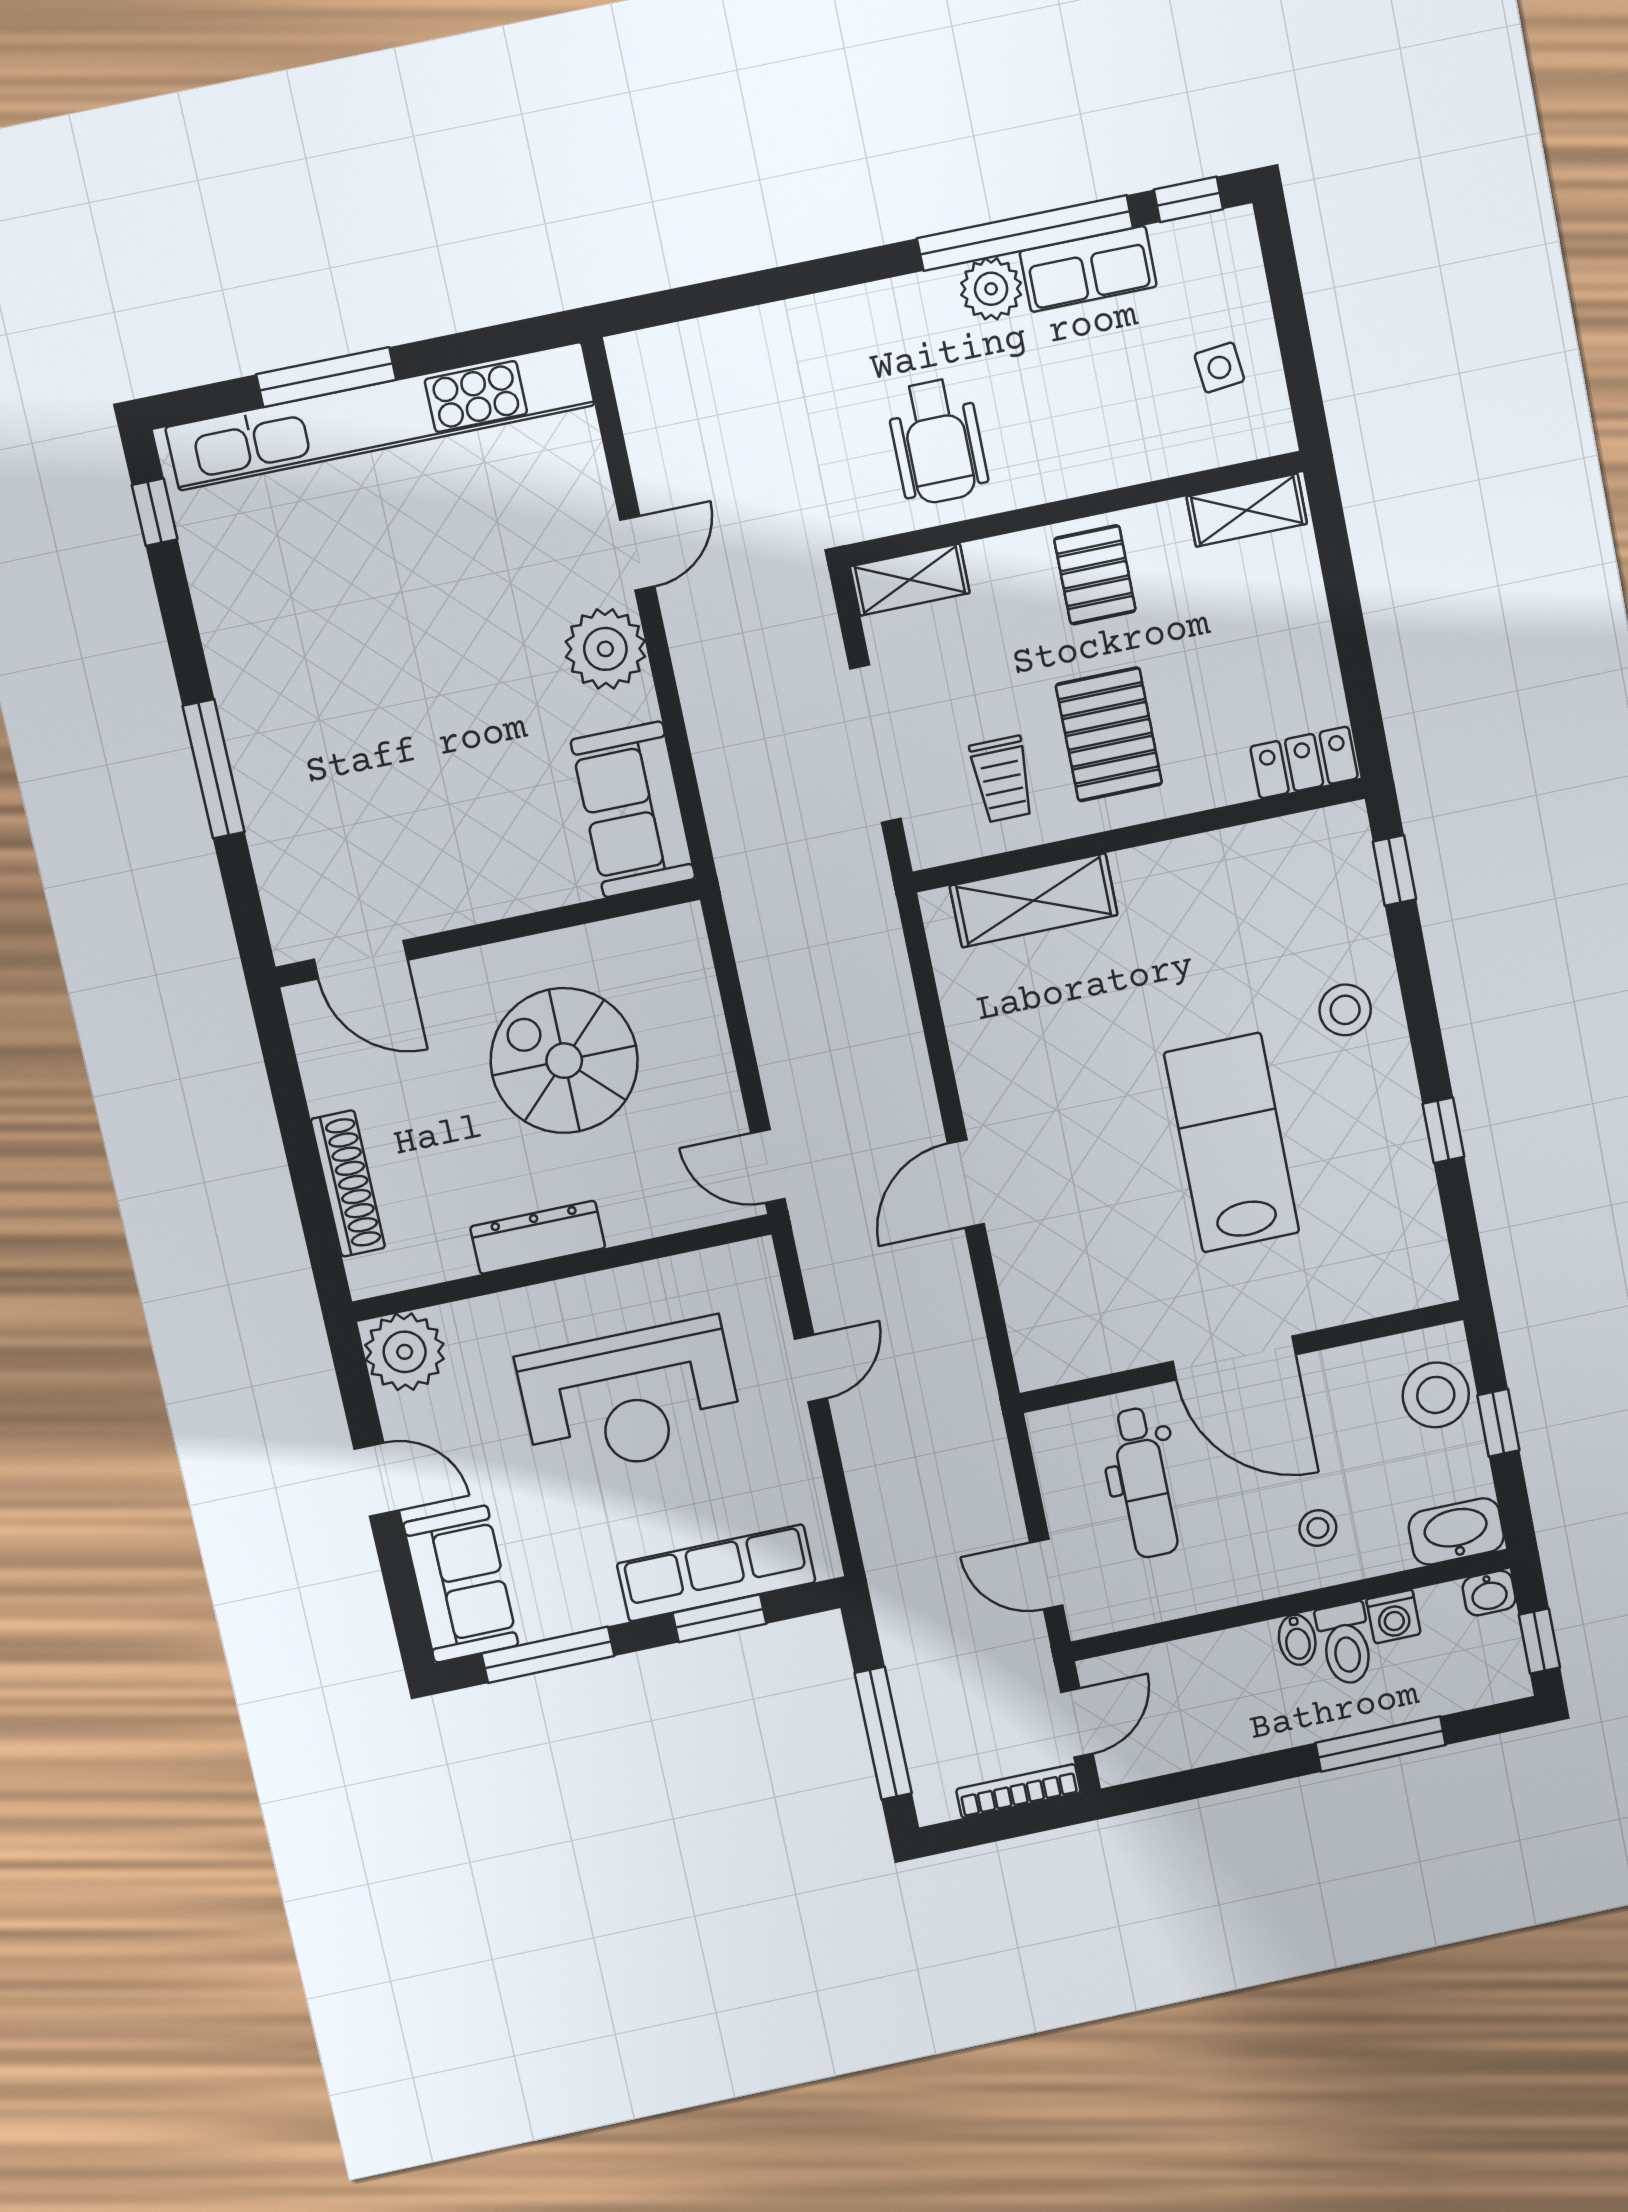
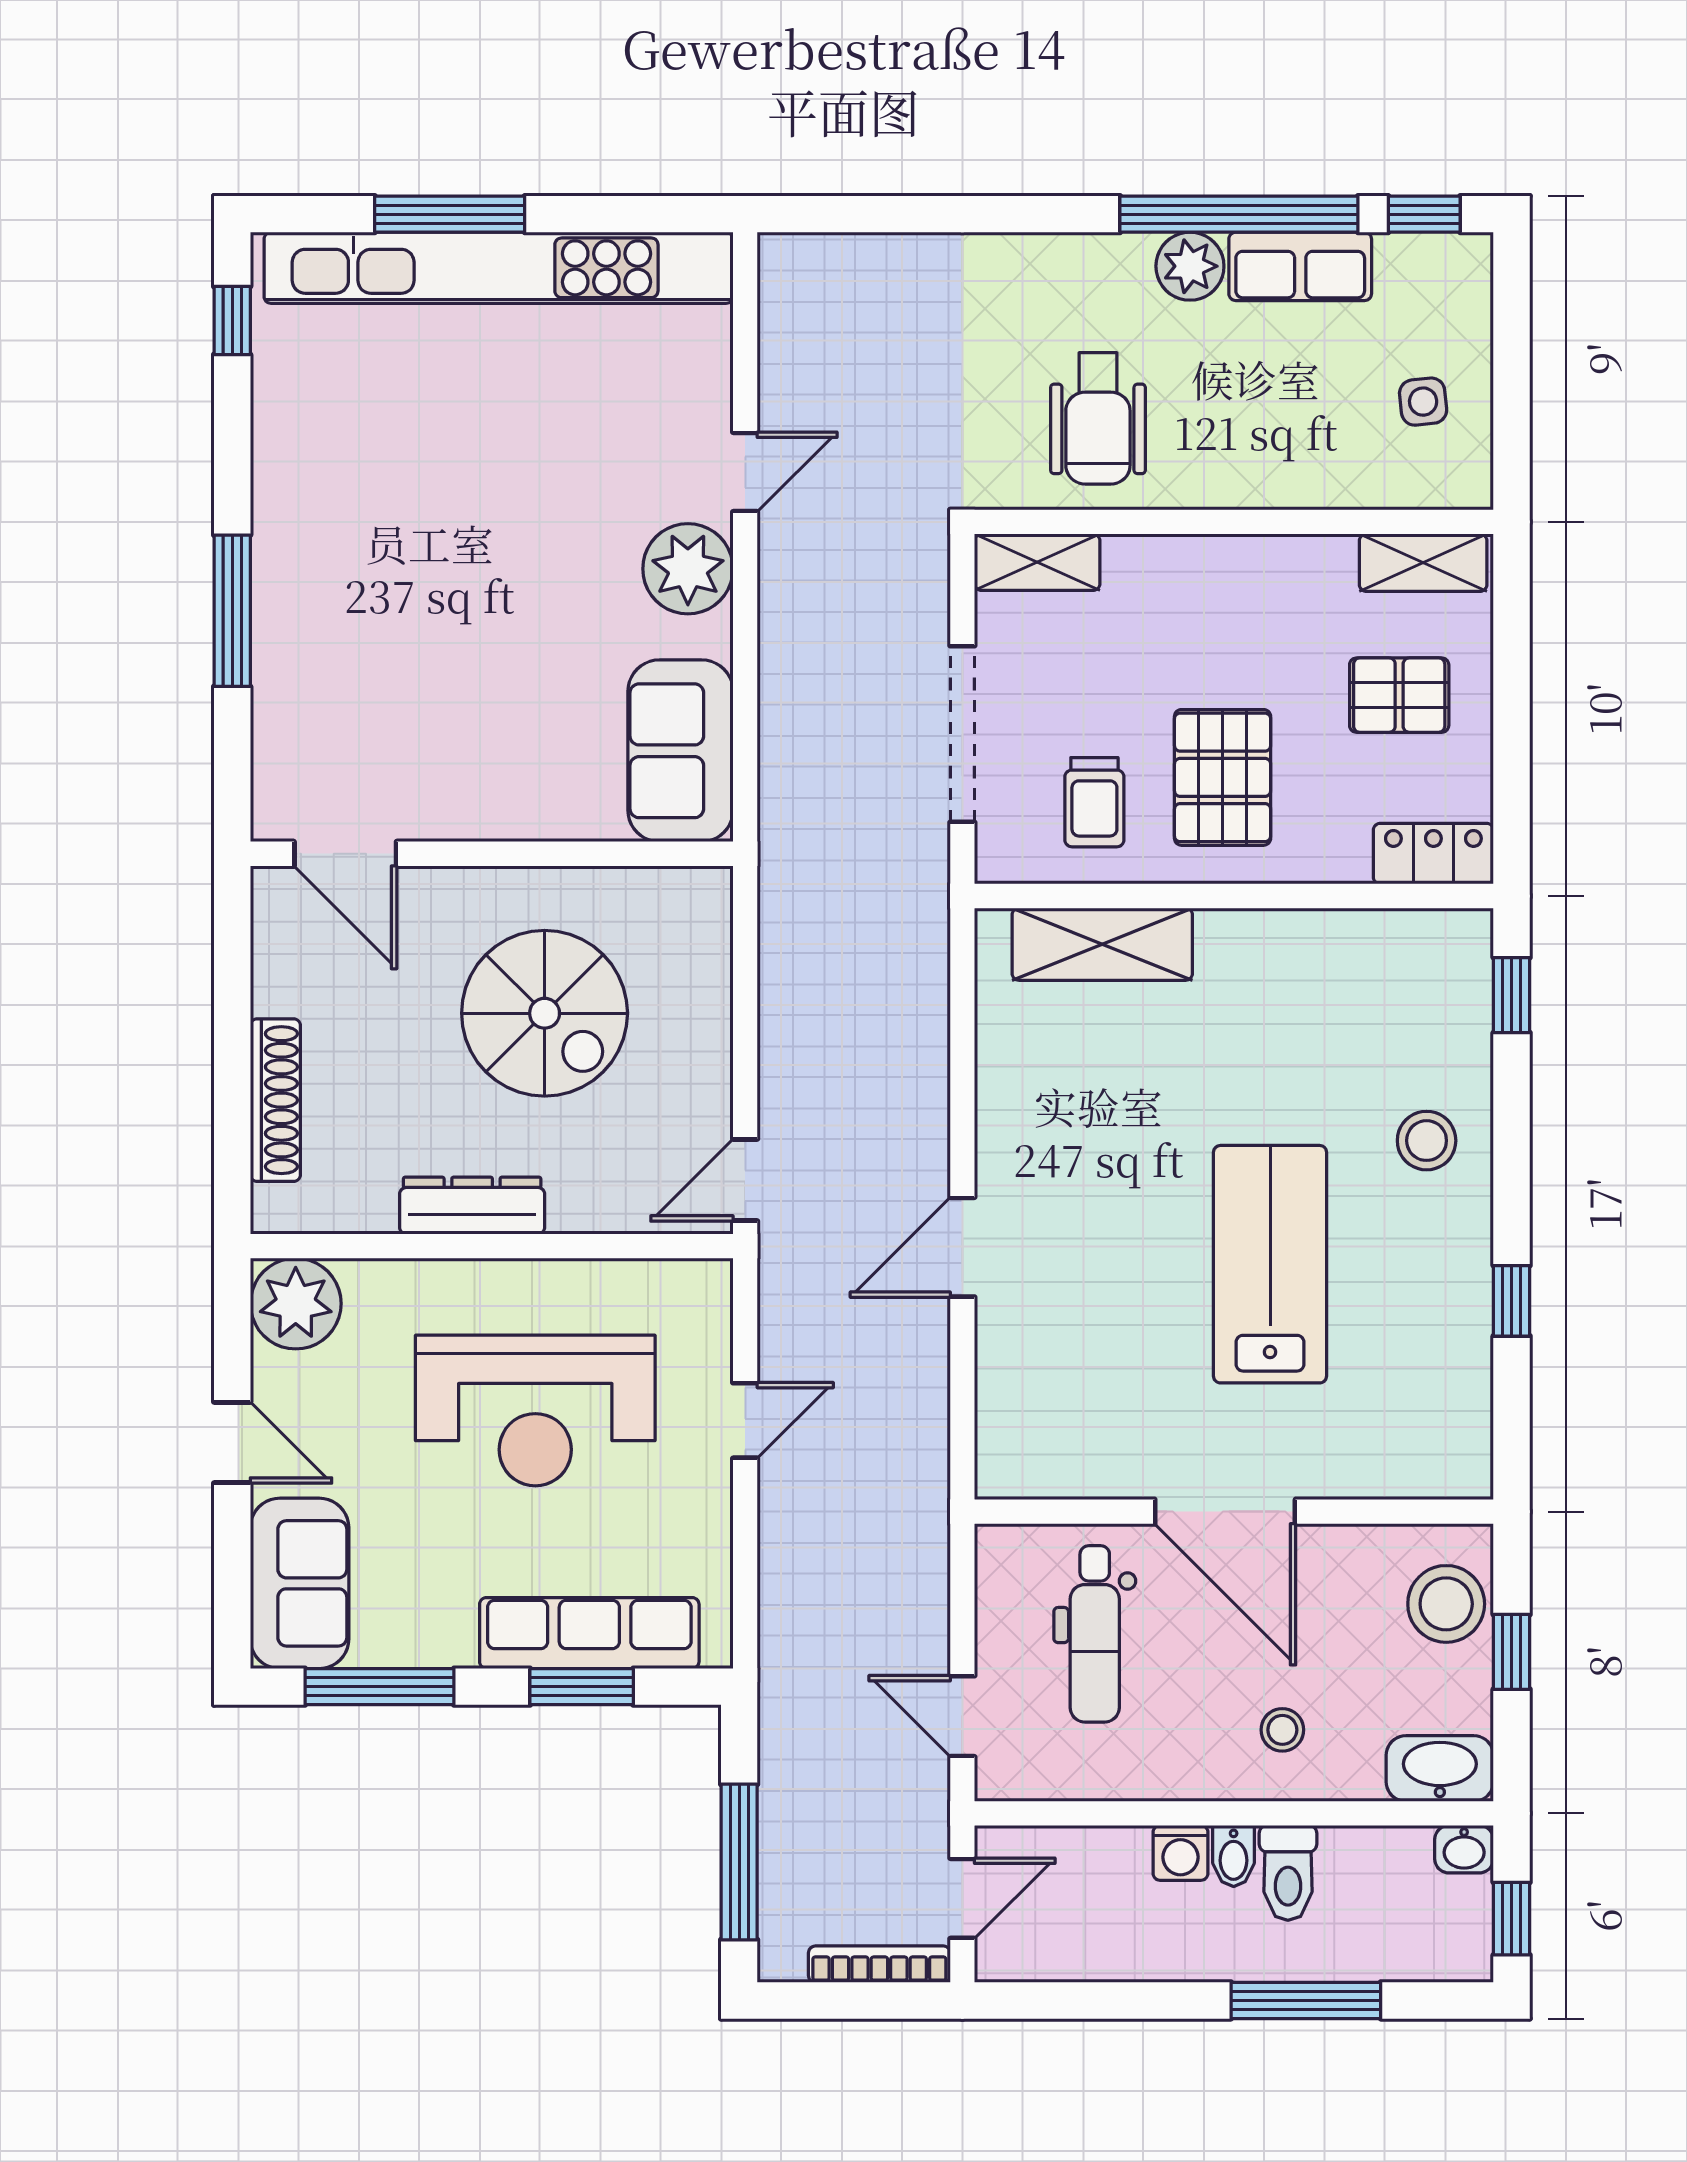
pallet: (1095, 575) -> (1399, 695), moved, turned 90
spiral stairs: (564, 1061) -> (545, 1013), turned 180
door: (768, 1166) -> (745, 1180), hinge flipped
washing machine: (1393, 1617) -> (1180, 1853), moved

